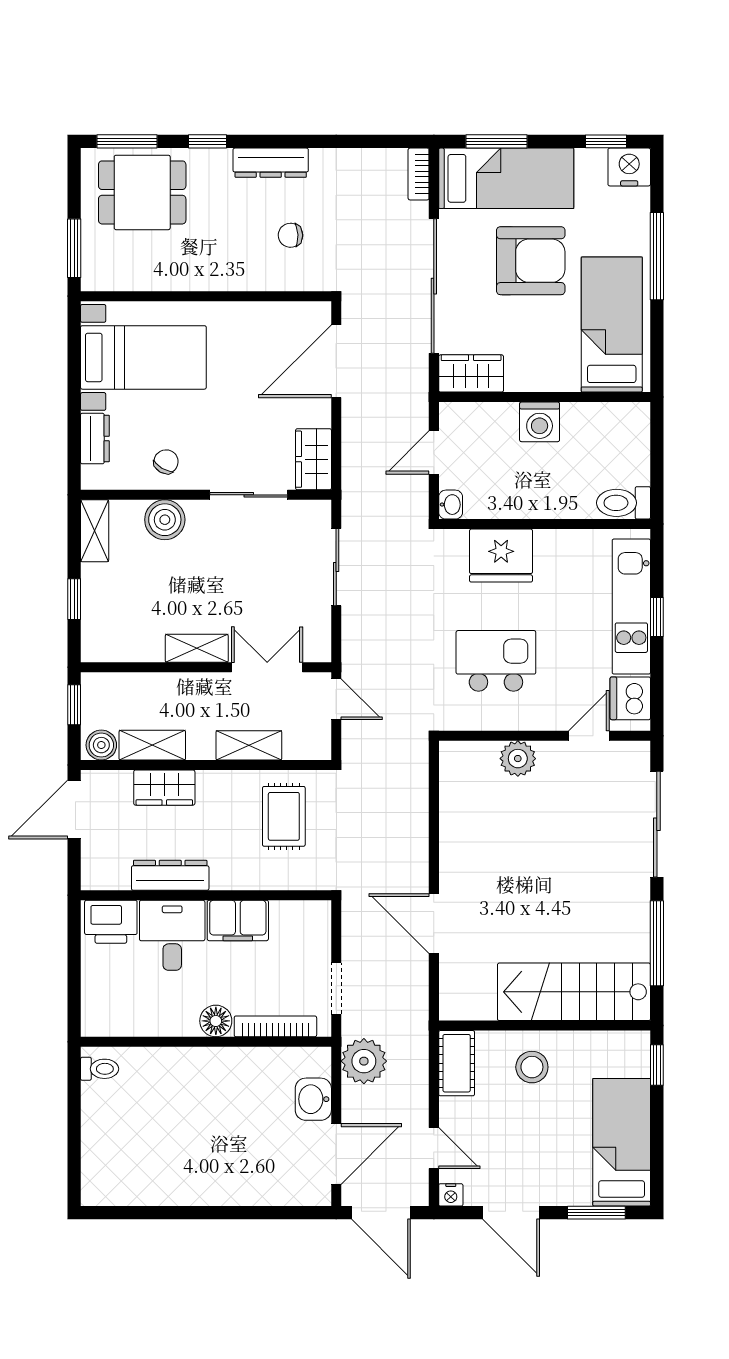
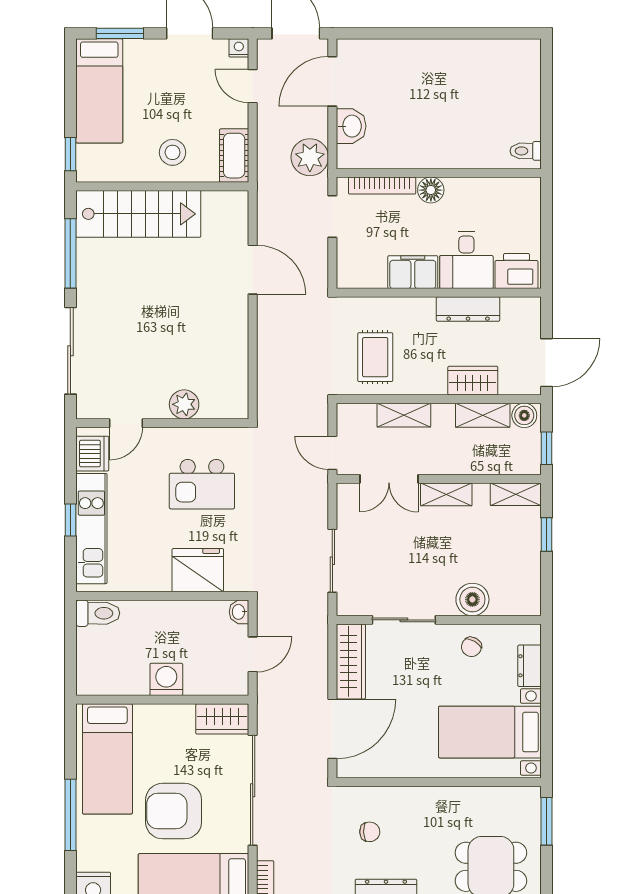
wardrobe: (314, 459) -> (351, 661), width x1.50
shelving: (95, 531) -> (516, 494), moved, turned 90

